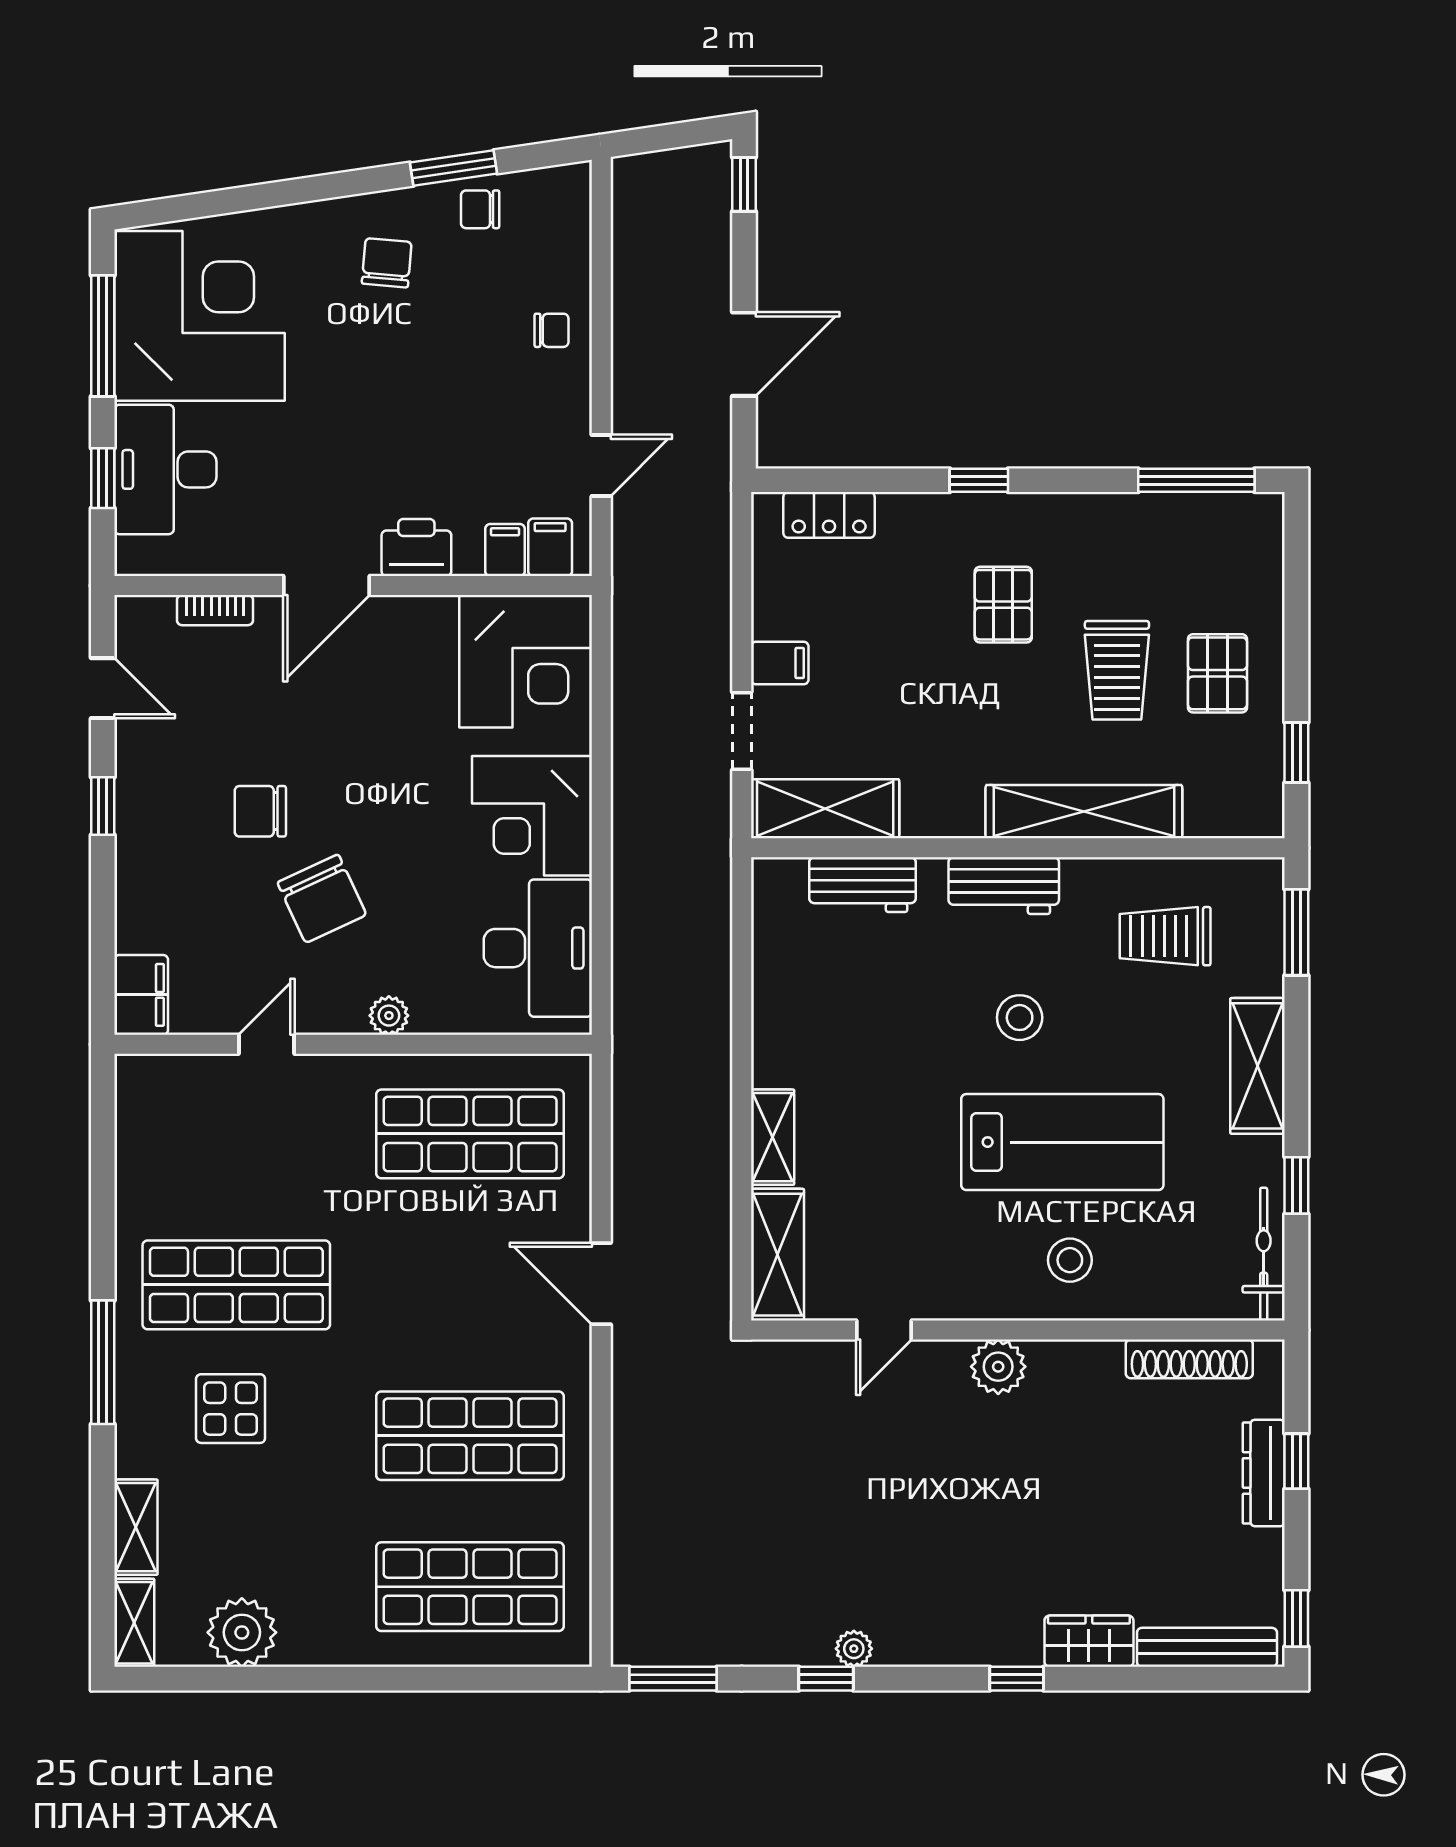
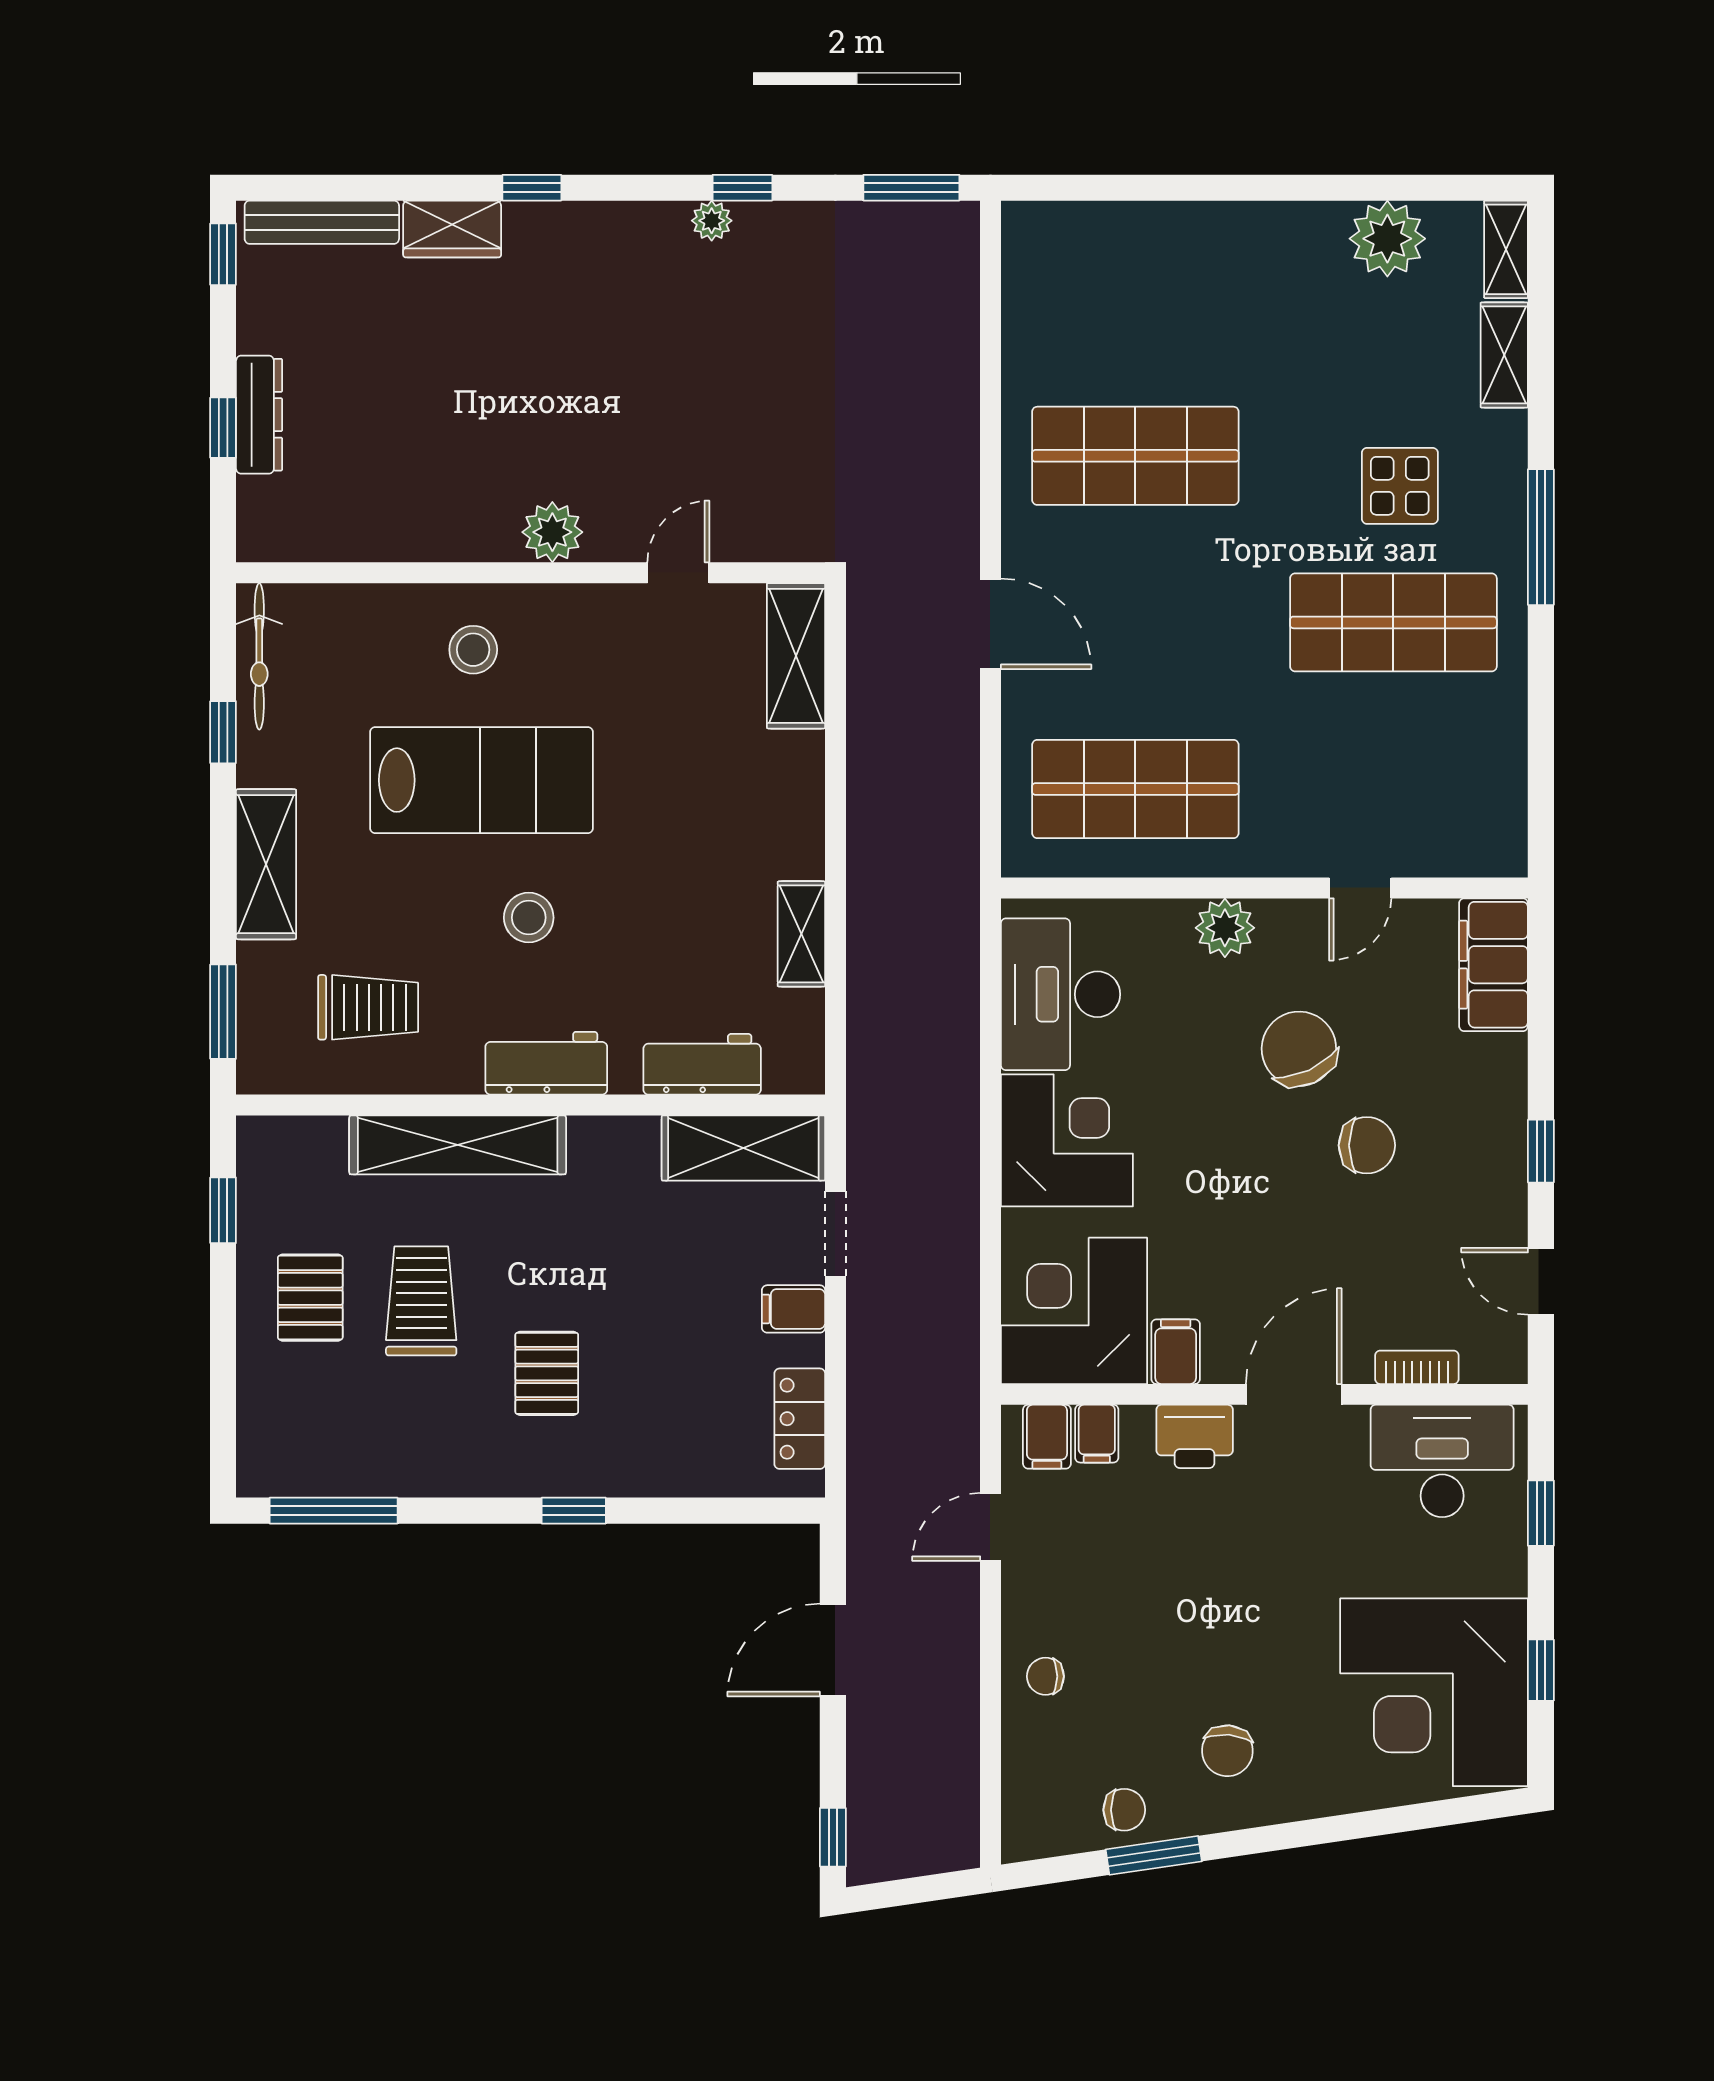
window: (103, 336) -> (1541, 1670), width x0.46
desk: (165, 469) -> (1442, 1461), moved, turned -90
locker: (829, 515) -> (800, 1419), moved, turned -90
filing cabinet: (434, 624) -> (1176, 1352), added
filing cabinet: (141, 995) -> (1494, 965), width x1.50, depth x1.17
plant: (389, 1016) -> (1225, 928), width x1.38, depth x1.38
shelving: (773, 1137) -> (801, 934), moved
lab bench: (1062, 1142) -> (482, 780), turned 180
shoe rack: (1189, 1359) -> (341, 541), removed
shop shelf: (470, 1587) -> (1135, 289), removed

